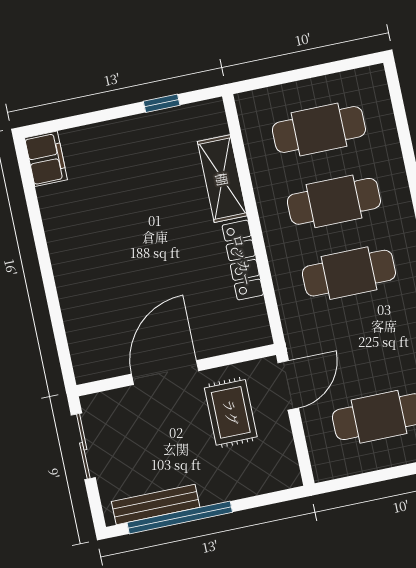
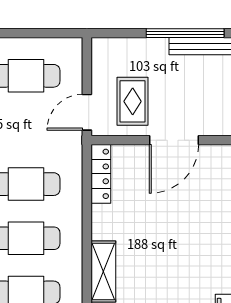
locker: (243, 260) -> (101, 174), moved

